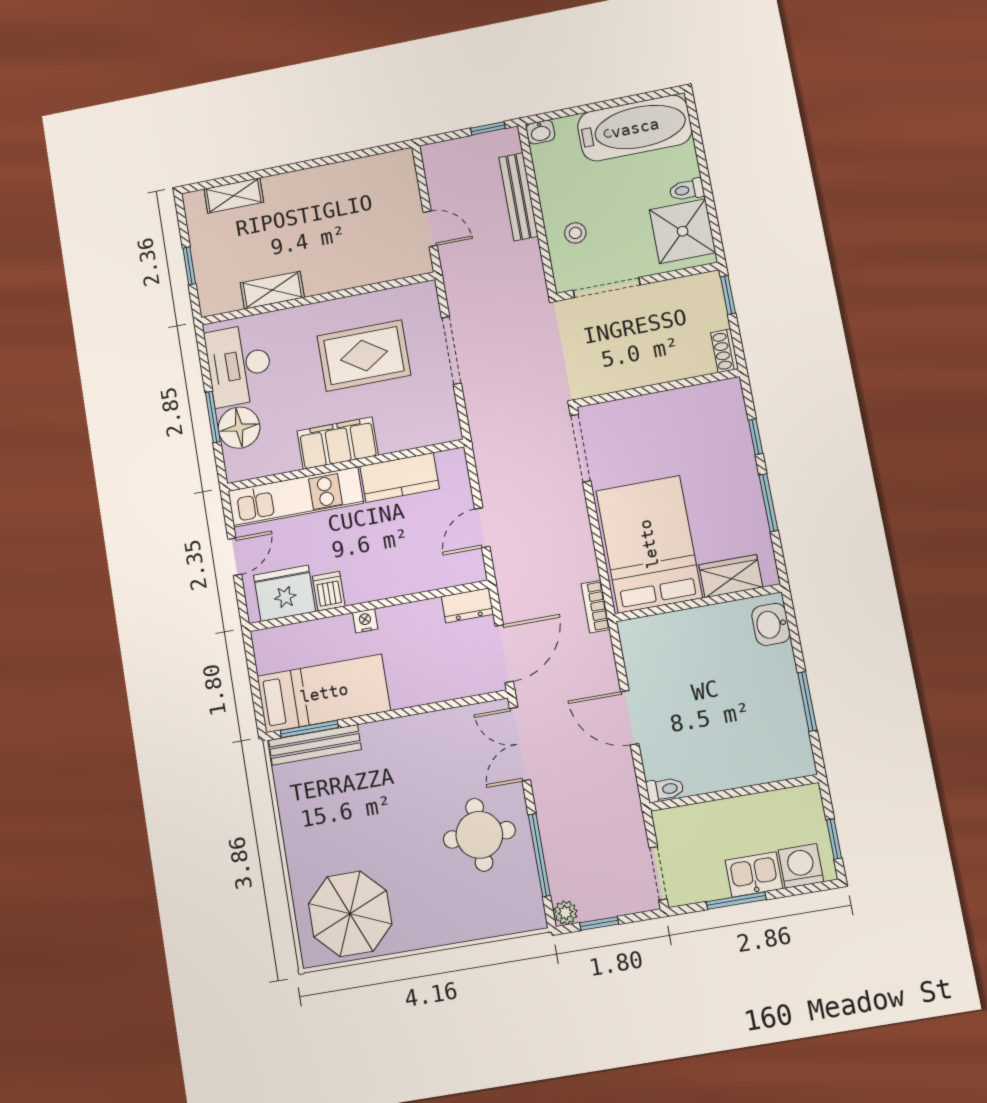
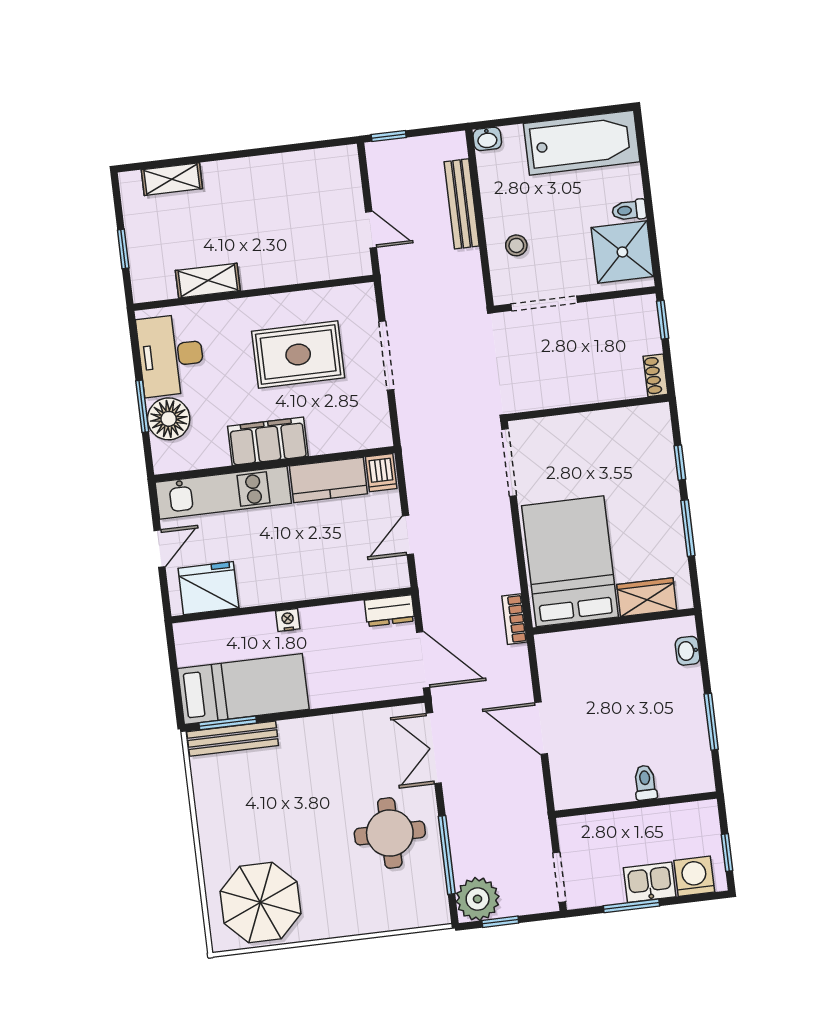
window: (488, 128) -> (389, 136), moved
dishwasher: (329, 591) -> (381, 473), moved, turned 180
washbasin: (771, 624) -> (688, 651), width x0.72, depth x0.69
door: (504, 654) -> (423, 660), hinge flipped
toilet: (665, 789) -> (645, 783), moved, turned -90
plant: (565, 913) -> (478, 899), width x1.88, depth x1.88

